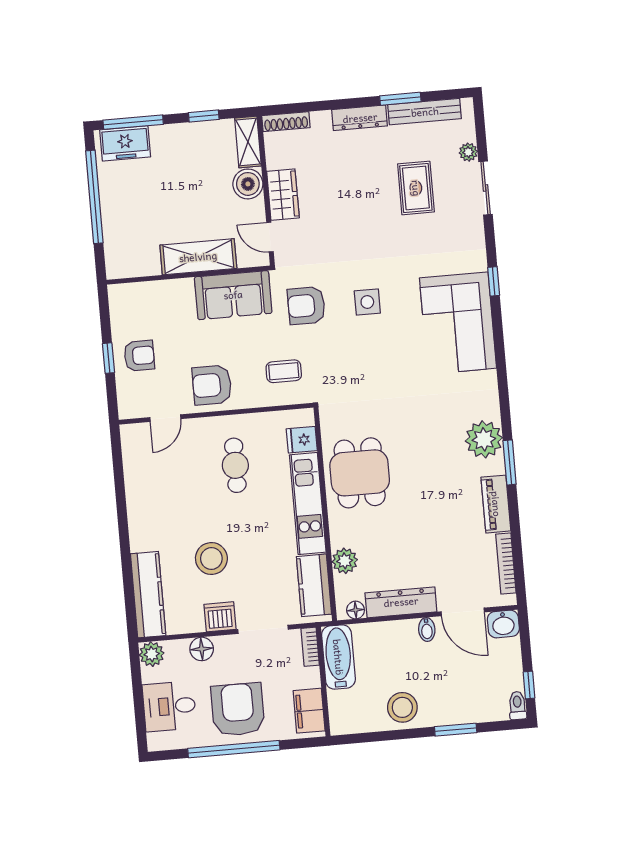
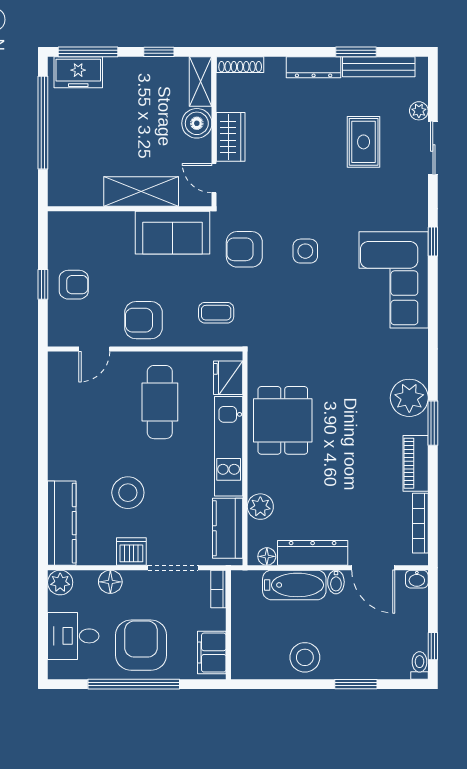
fridge: (302, 440) -> (228, 378), width x1.38
cafe table: (235, 465) -> (160, 402), width x1.37, depth x1.35
washbasin: (503, 624) -> (417, 579), width x0.72, depth x0.69
bathtub: (338, 657) -> (294, 585), moved, turned 90

